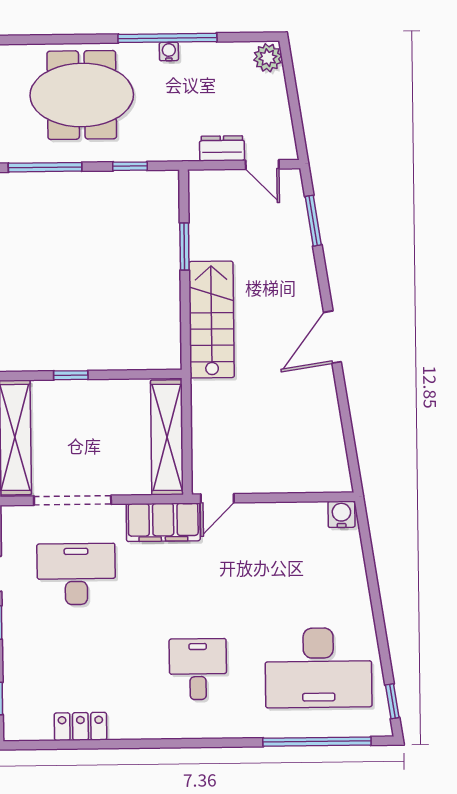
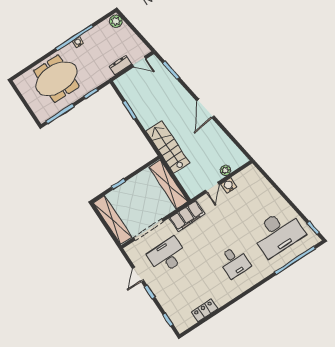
stairs: (211, 320) -> (168, 147), moved
plant: (294, 482) -> (225, 170), added
door: (217, 498) -> (212, 187), moved
water cooler: (341, 514) -> (229, 186), moved
desk: (198, 669) -> (234, 262), turned 180

